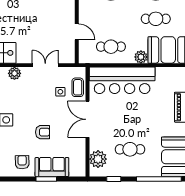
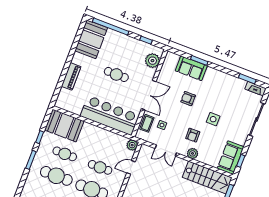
door: (77, 32) -> (131, 167), hinge flipped
cafe table: (111, 47) -> (100, 167), moved
plant: (141, 57) -> (132, 145), moved
cafe table: (130, 149) -> (116, 74), moved
armchair: (22, 162) -> (193, 135), moved

